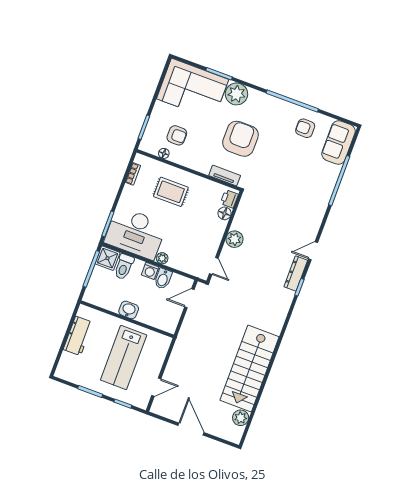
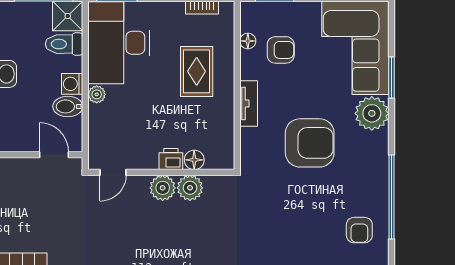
armchair: (305, 128) -> (359, 230), turned 180
armchair: (177, 135) -> (281, 50), turned -90
tv unit: (225, 175) -> (249, 104), moved
printer: (229, 199) -> (171, 159), moved
plant: (241, 222) -> (190, 188), added

